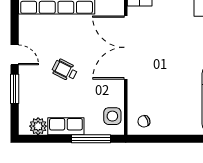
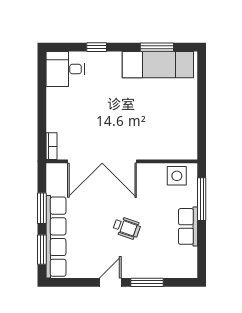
wheelchair: (65, 70) -> (127, 228), turned -98
chair: (144, 121) -> (183, 141), removed
plant: (38, 126) -> (188, 257), removed

